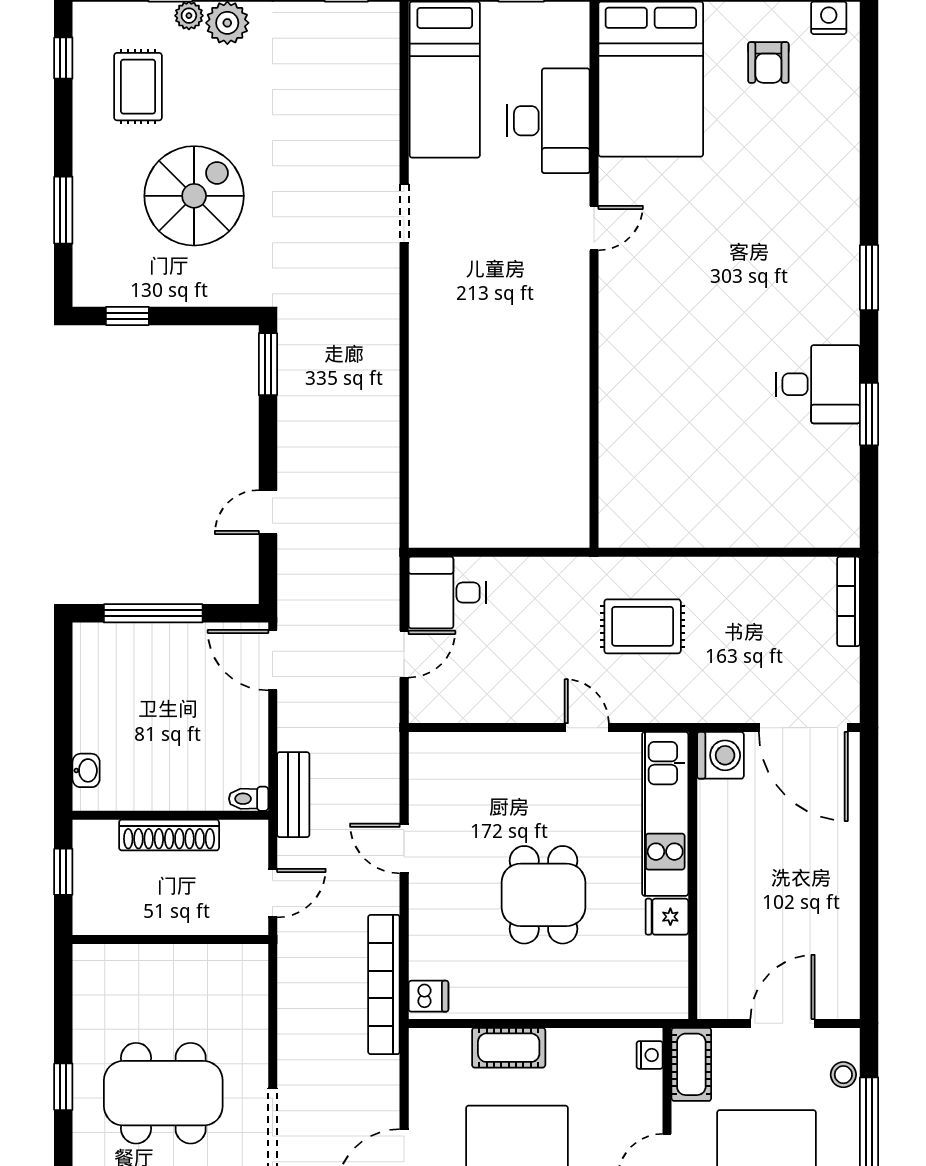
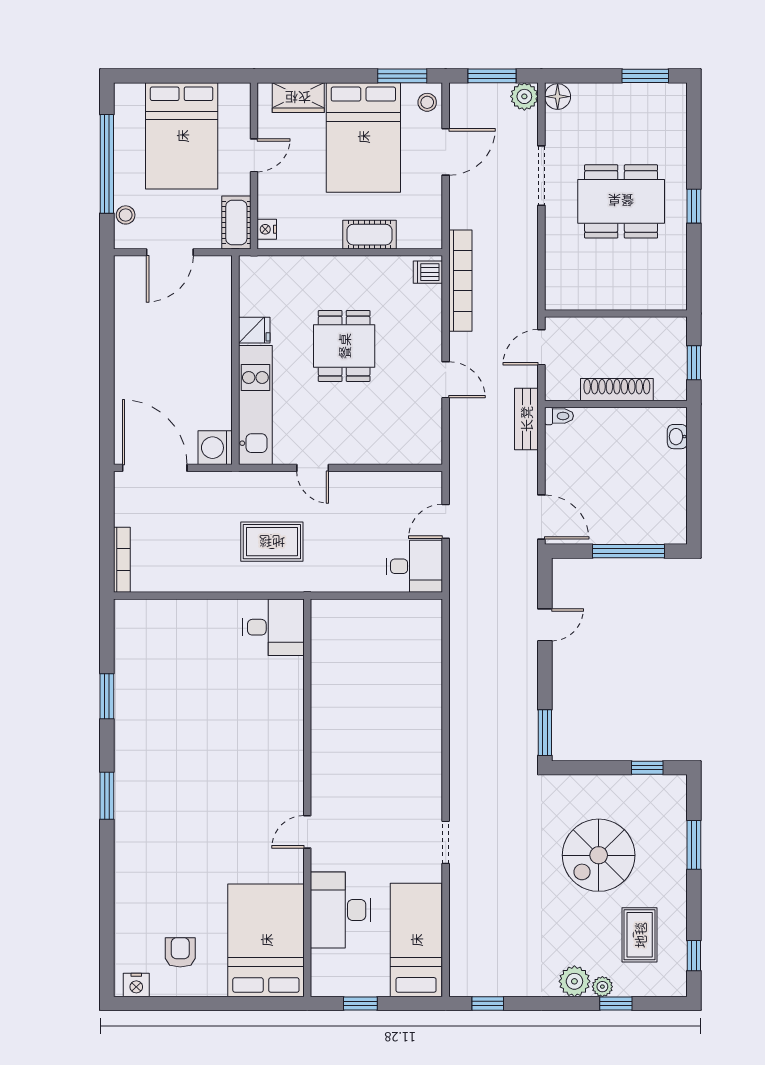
desk: (818, 384) -> (273, 627), moved, turned 180

